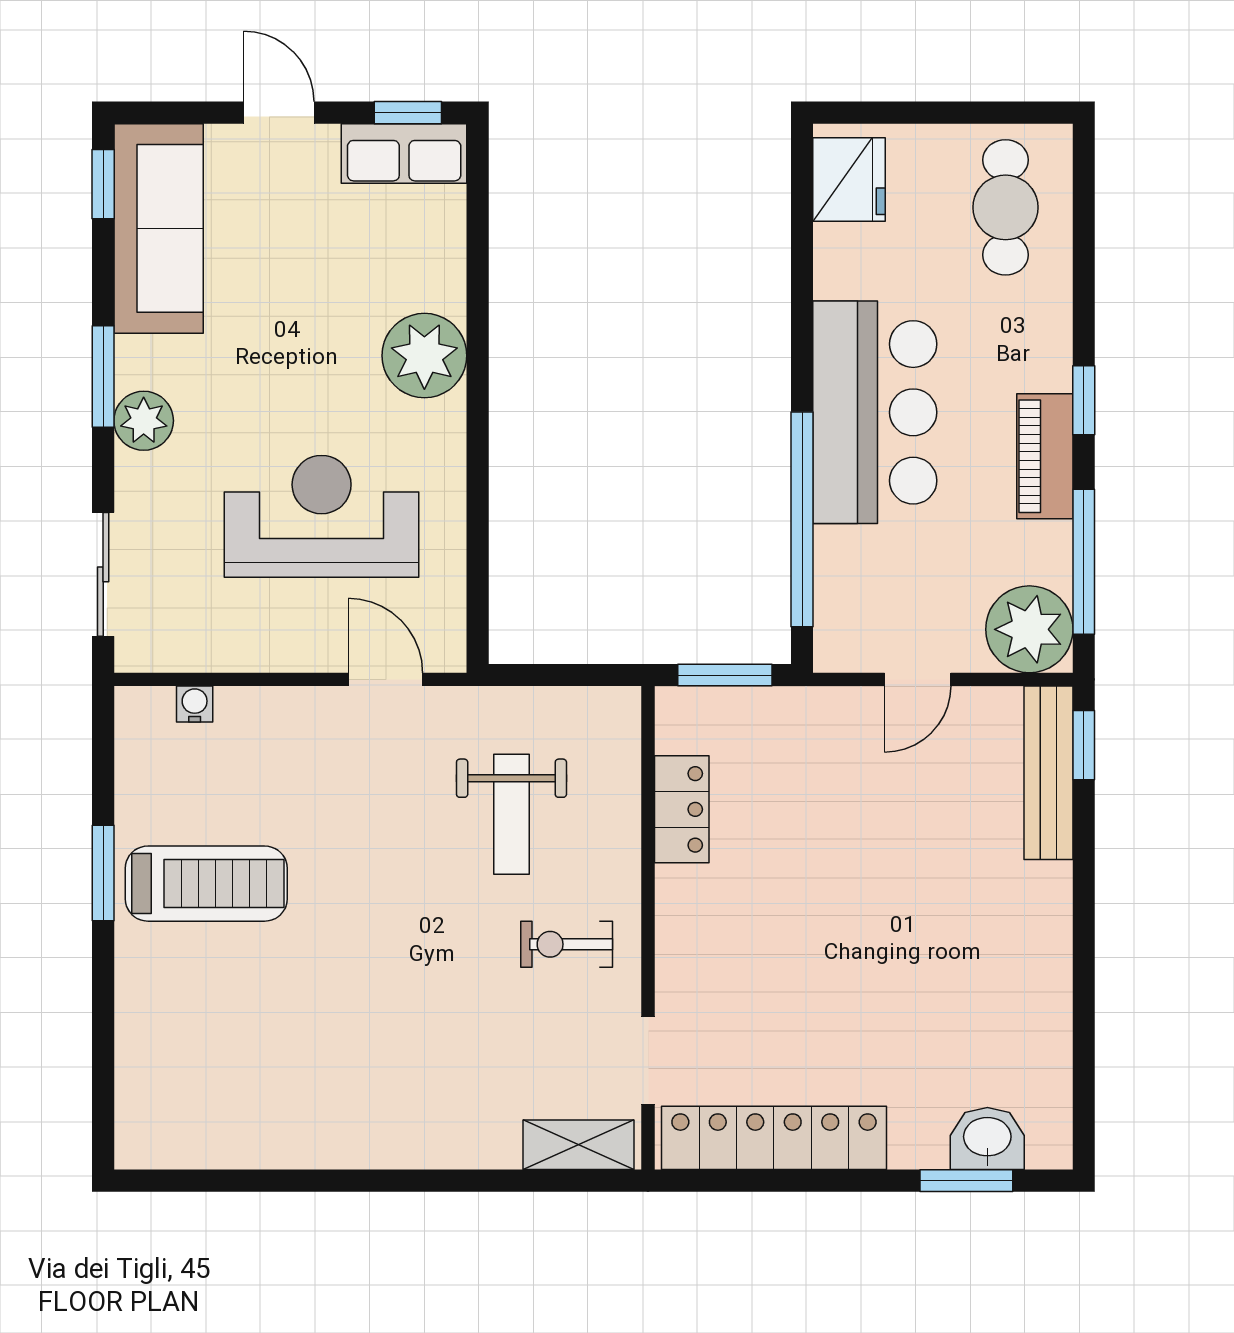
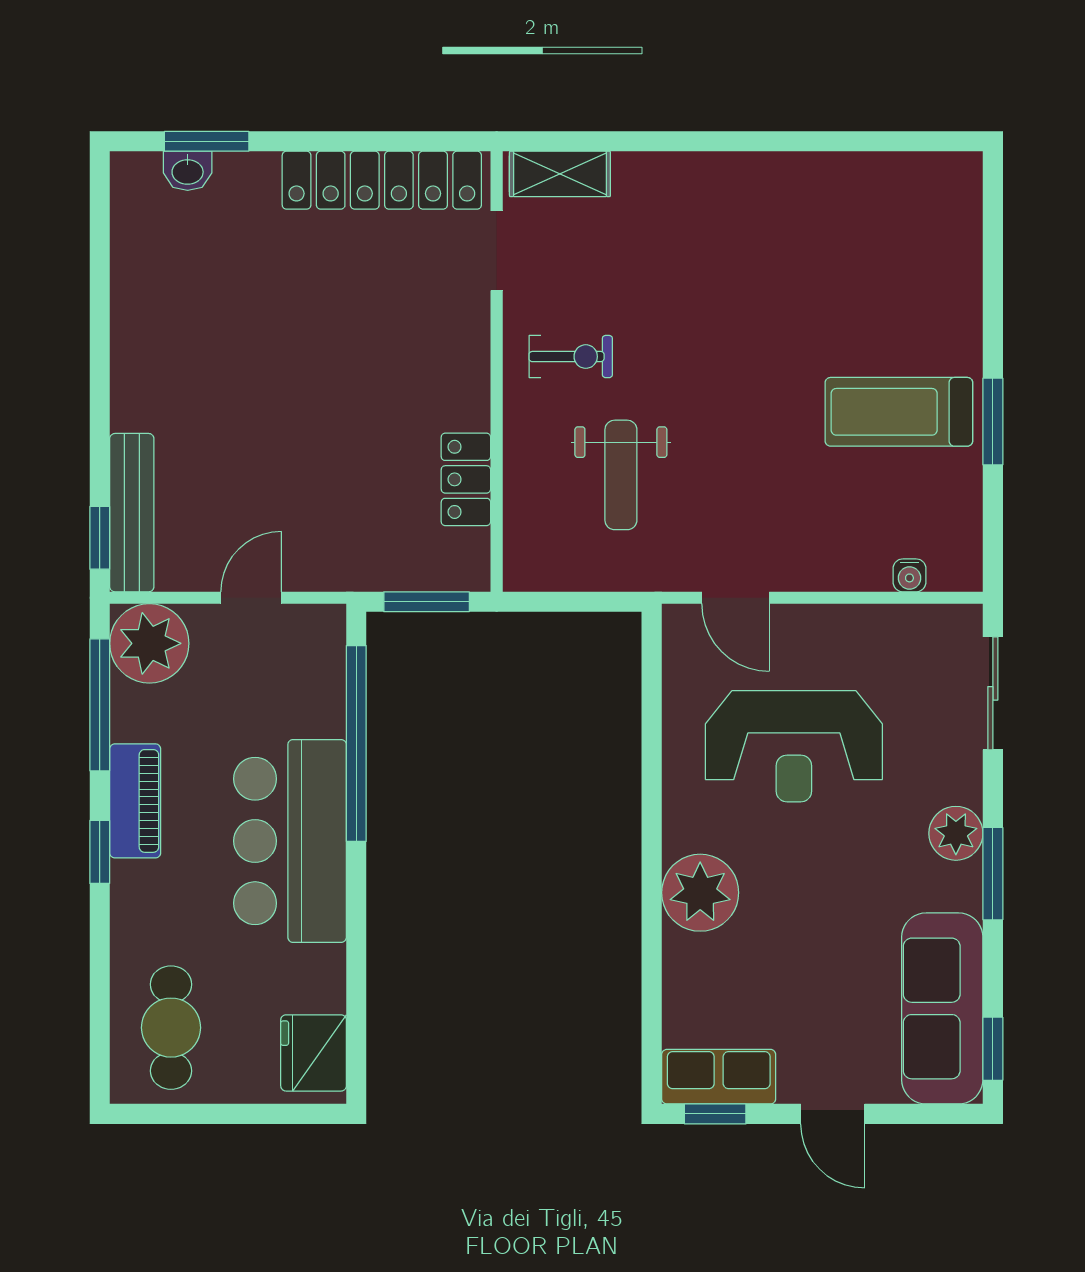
weight bench: (511, 814) -> (621, 475), turned 180
washbasin: (987, 1139) -> (188, 171), width x0.72, depth x0.69

